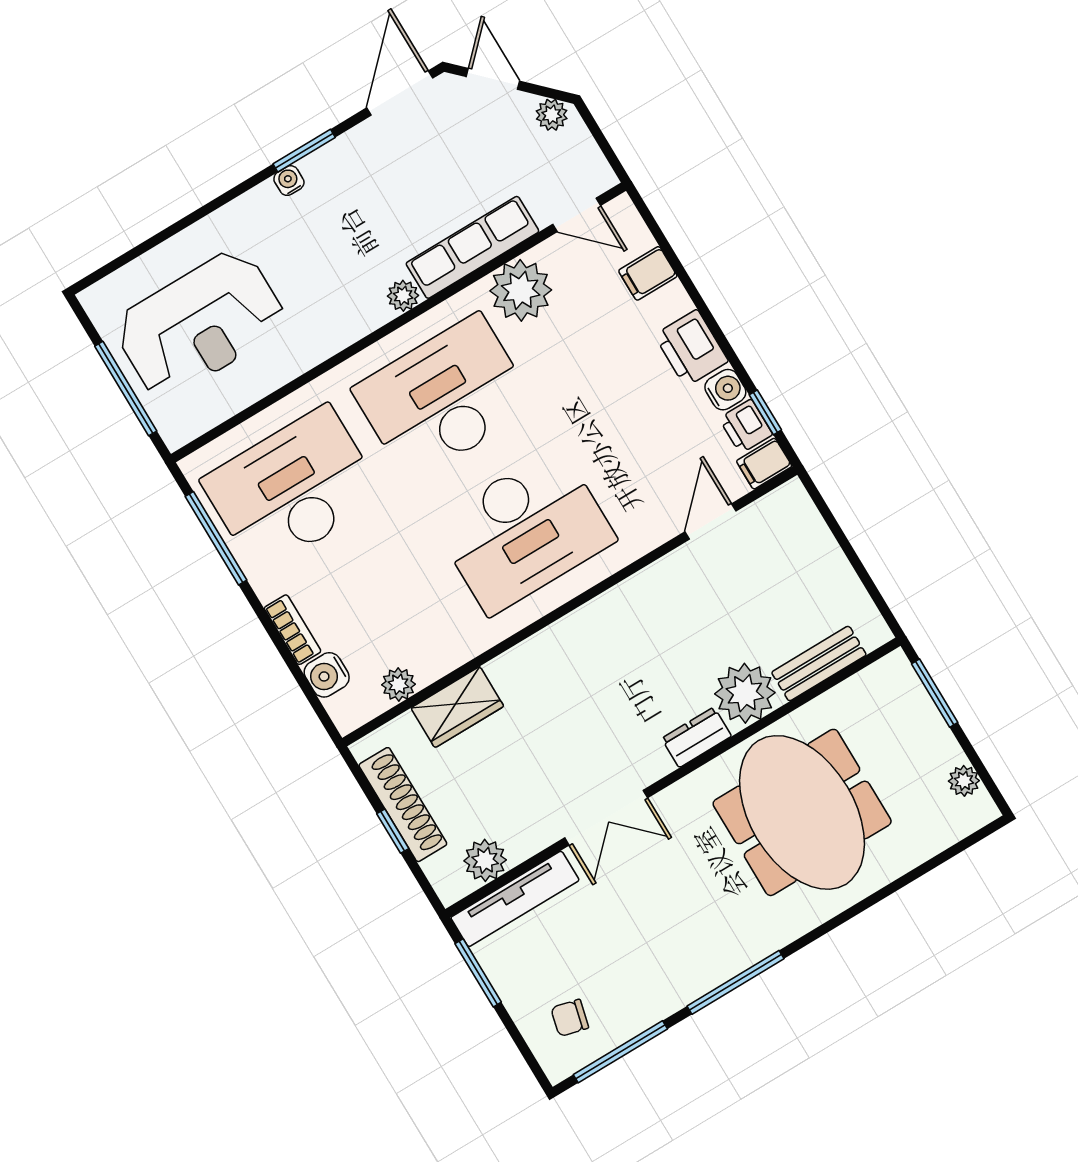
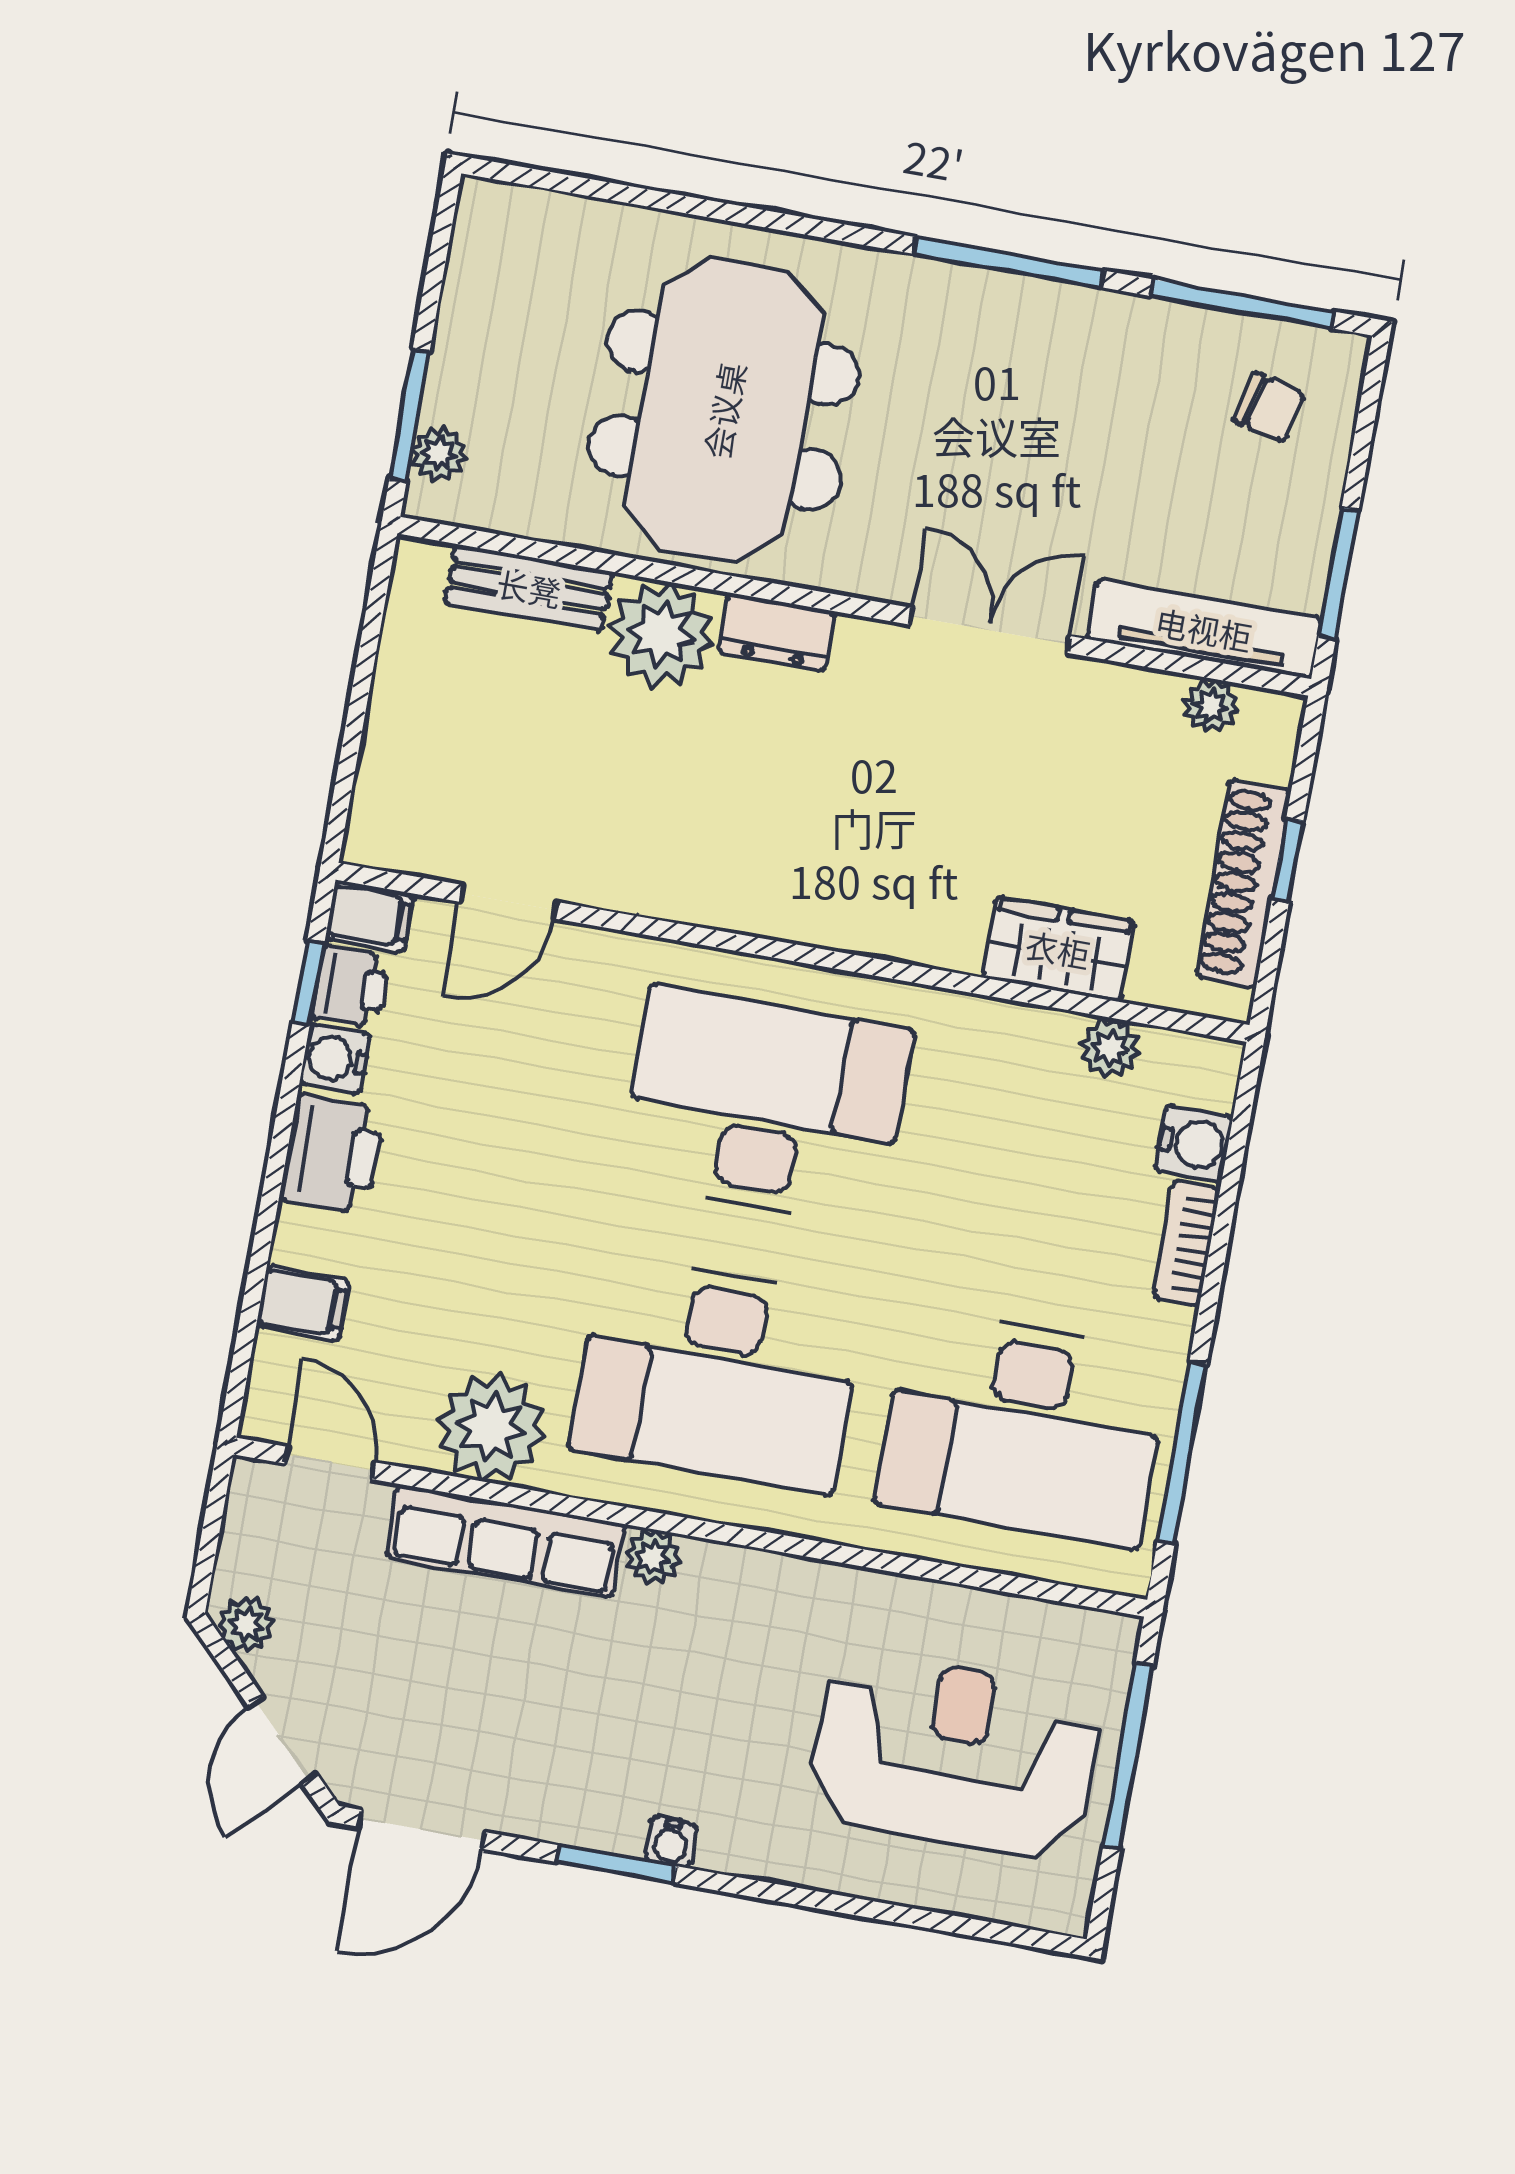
plant: (964, 781) -> (439, 454), moved
plant: (485, 860) -> (1211, 706), width x0.73, depth x0.73

